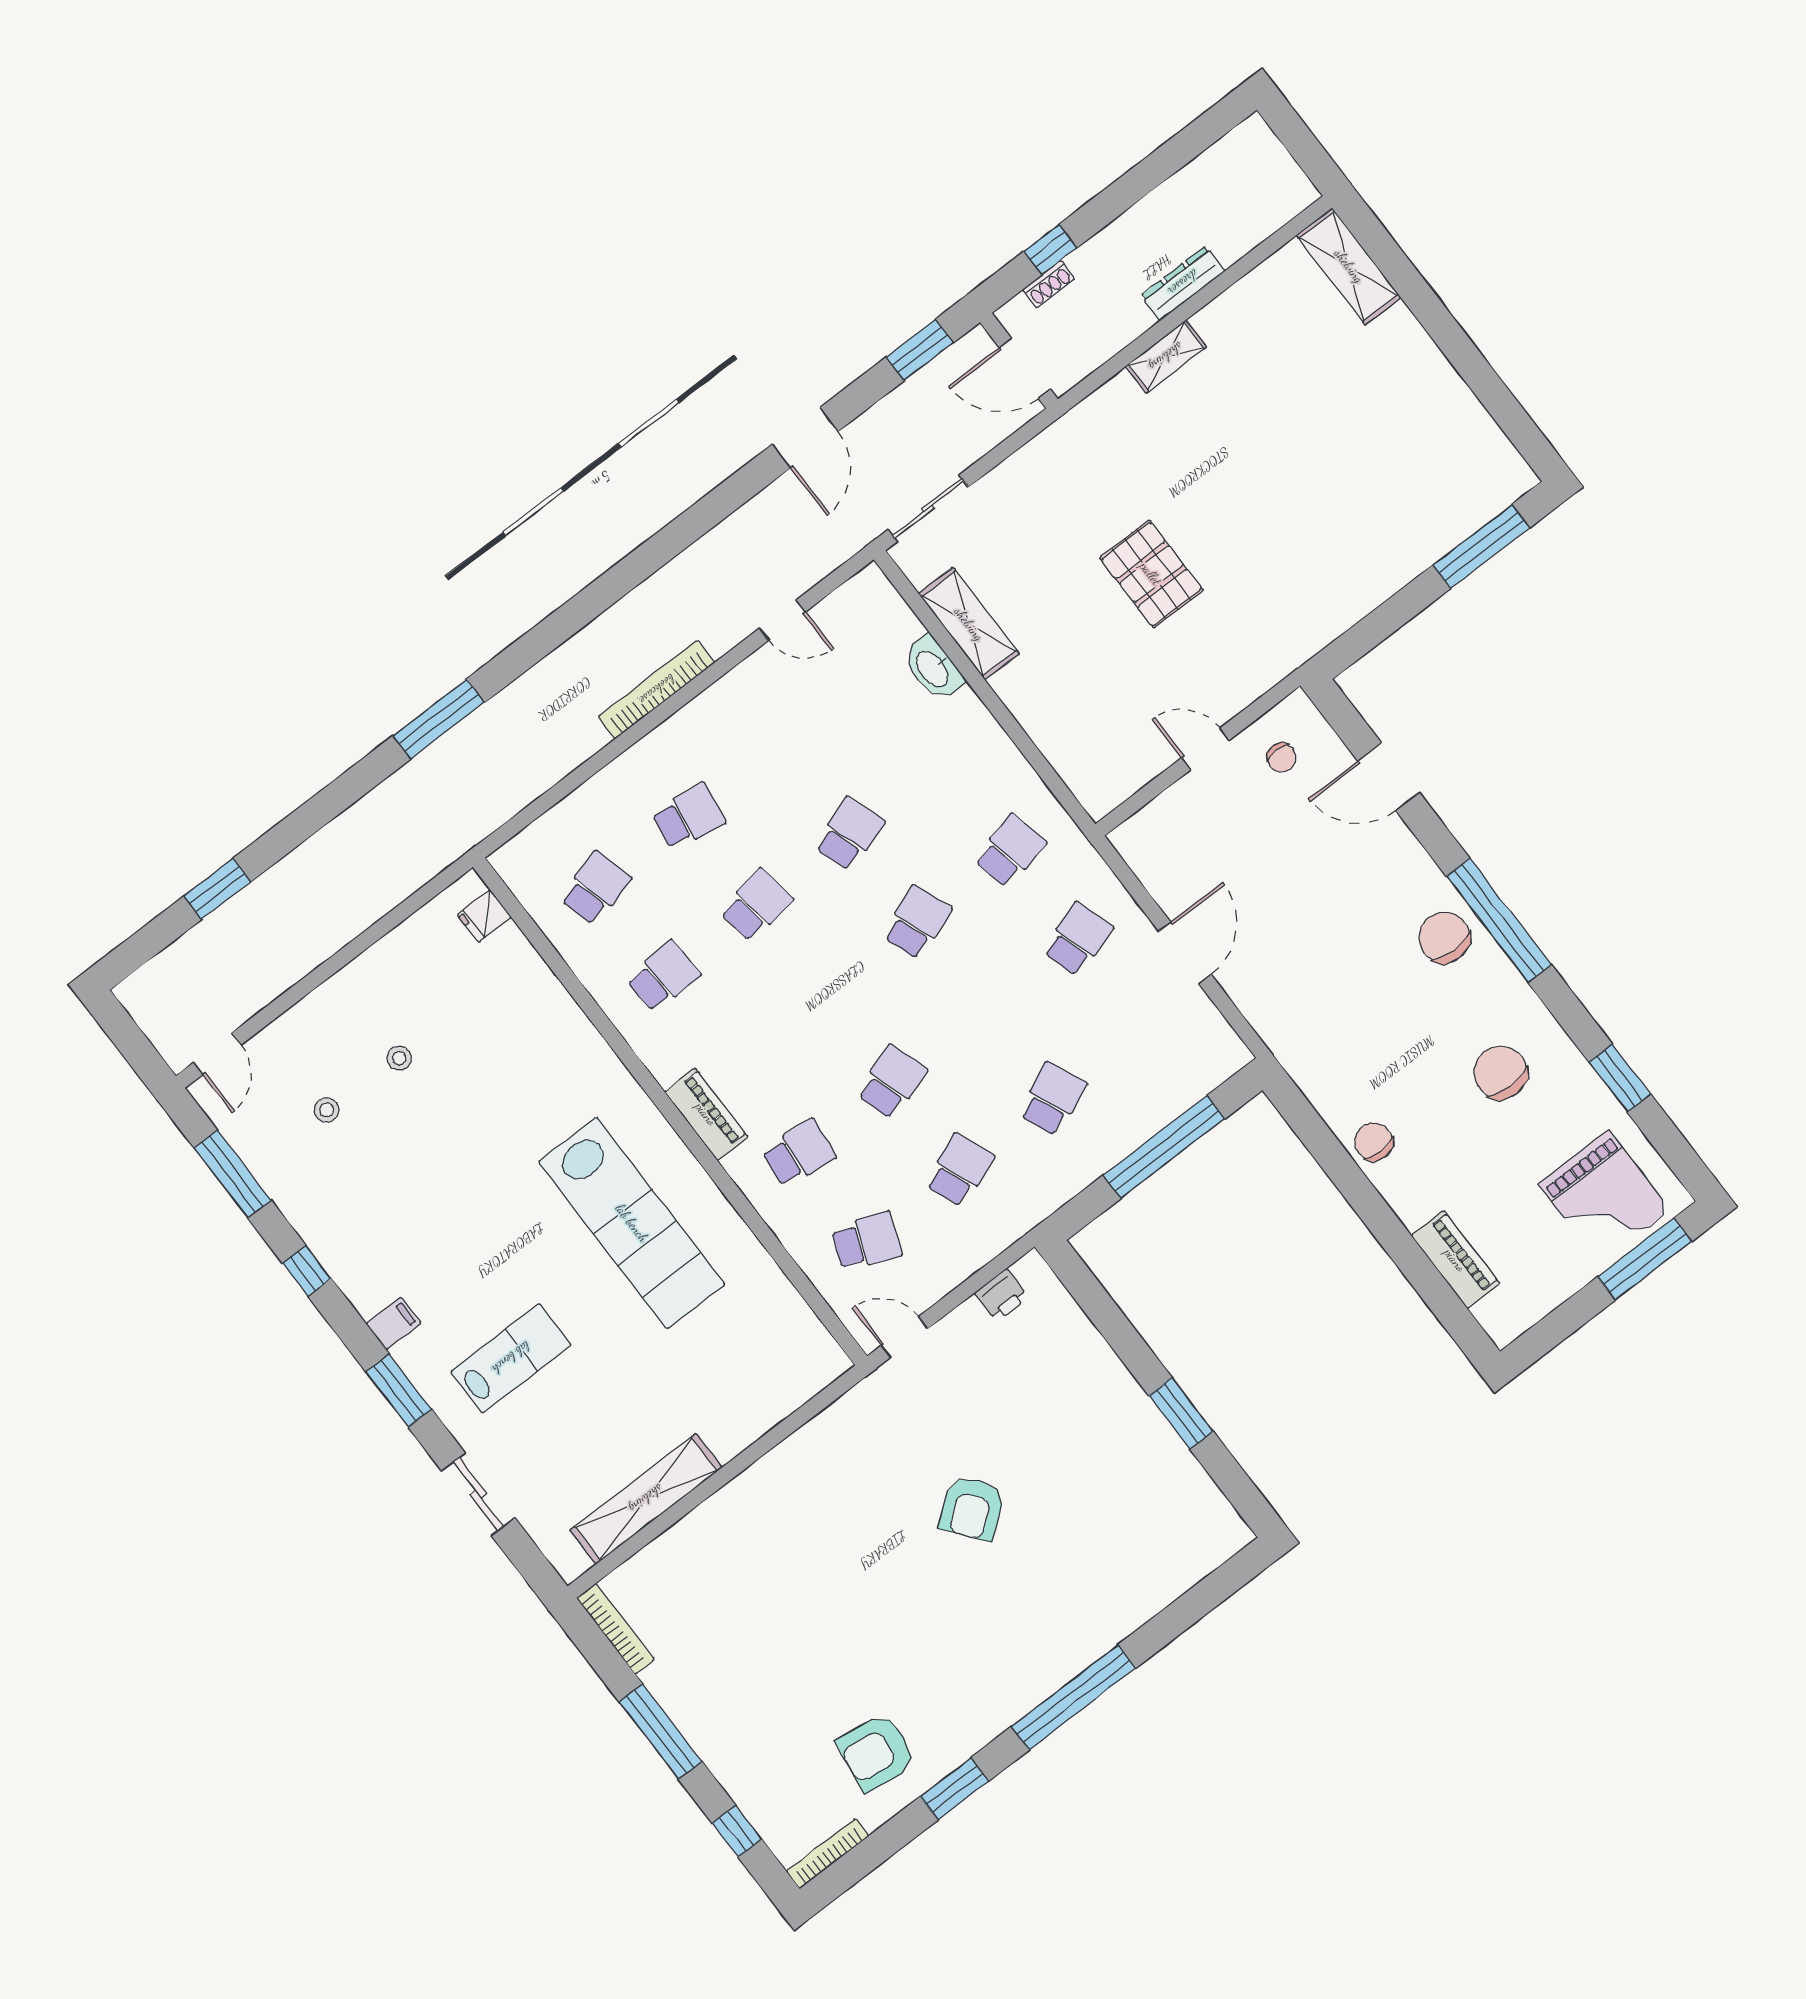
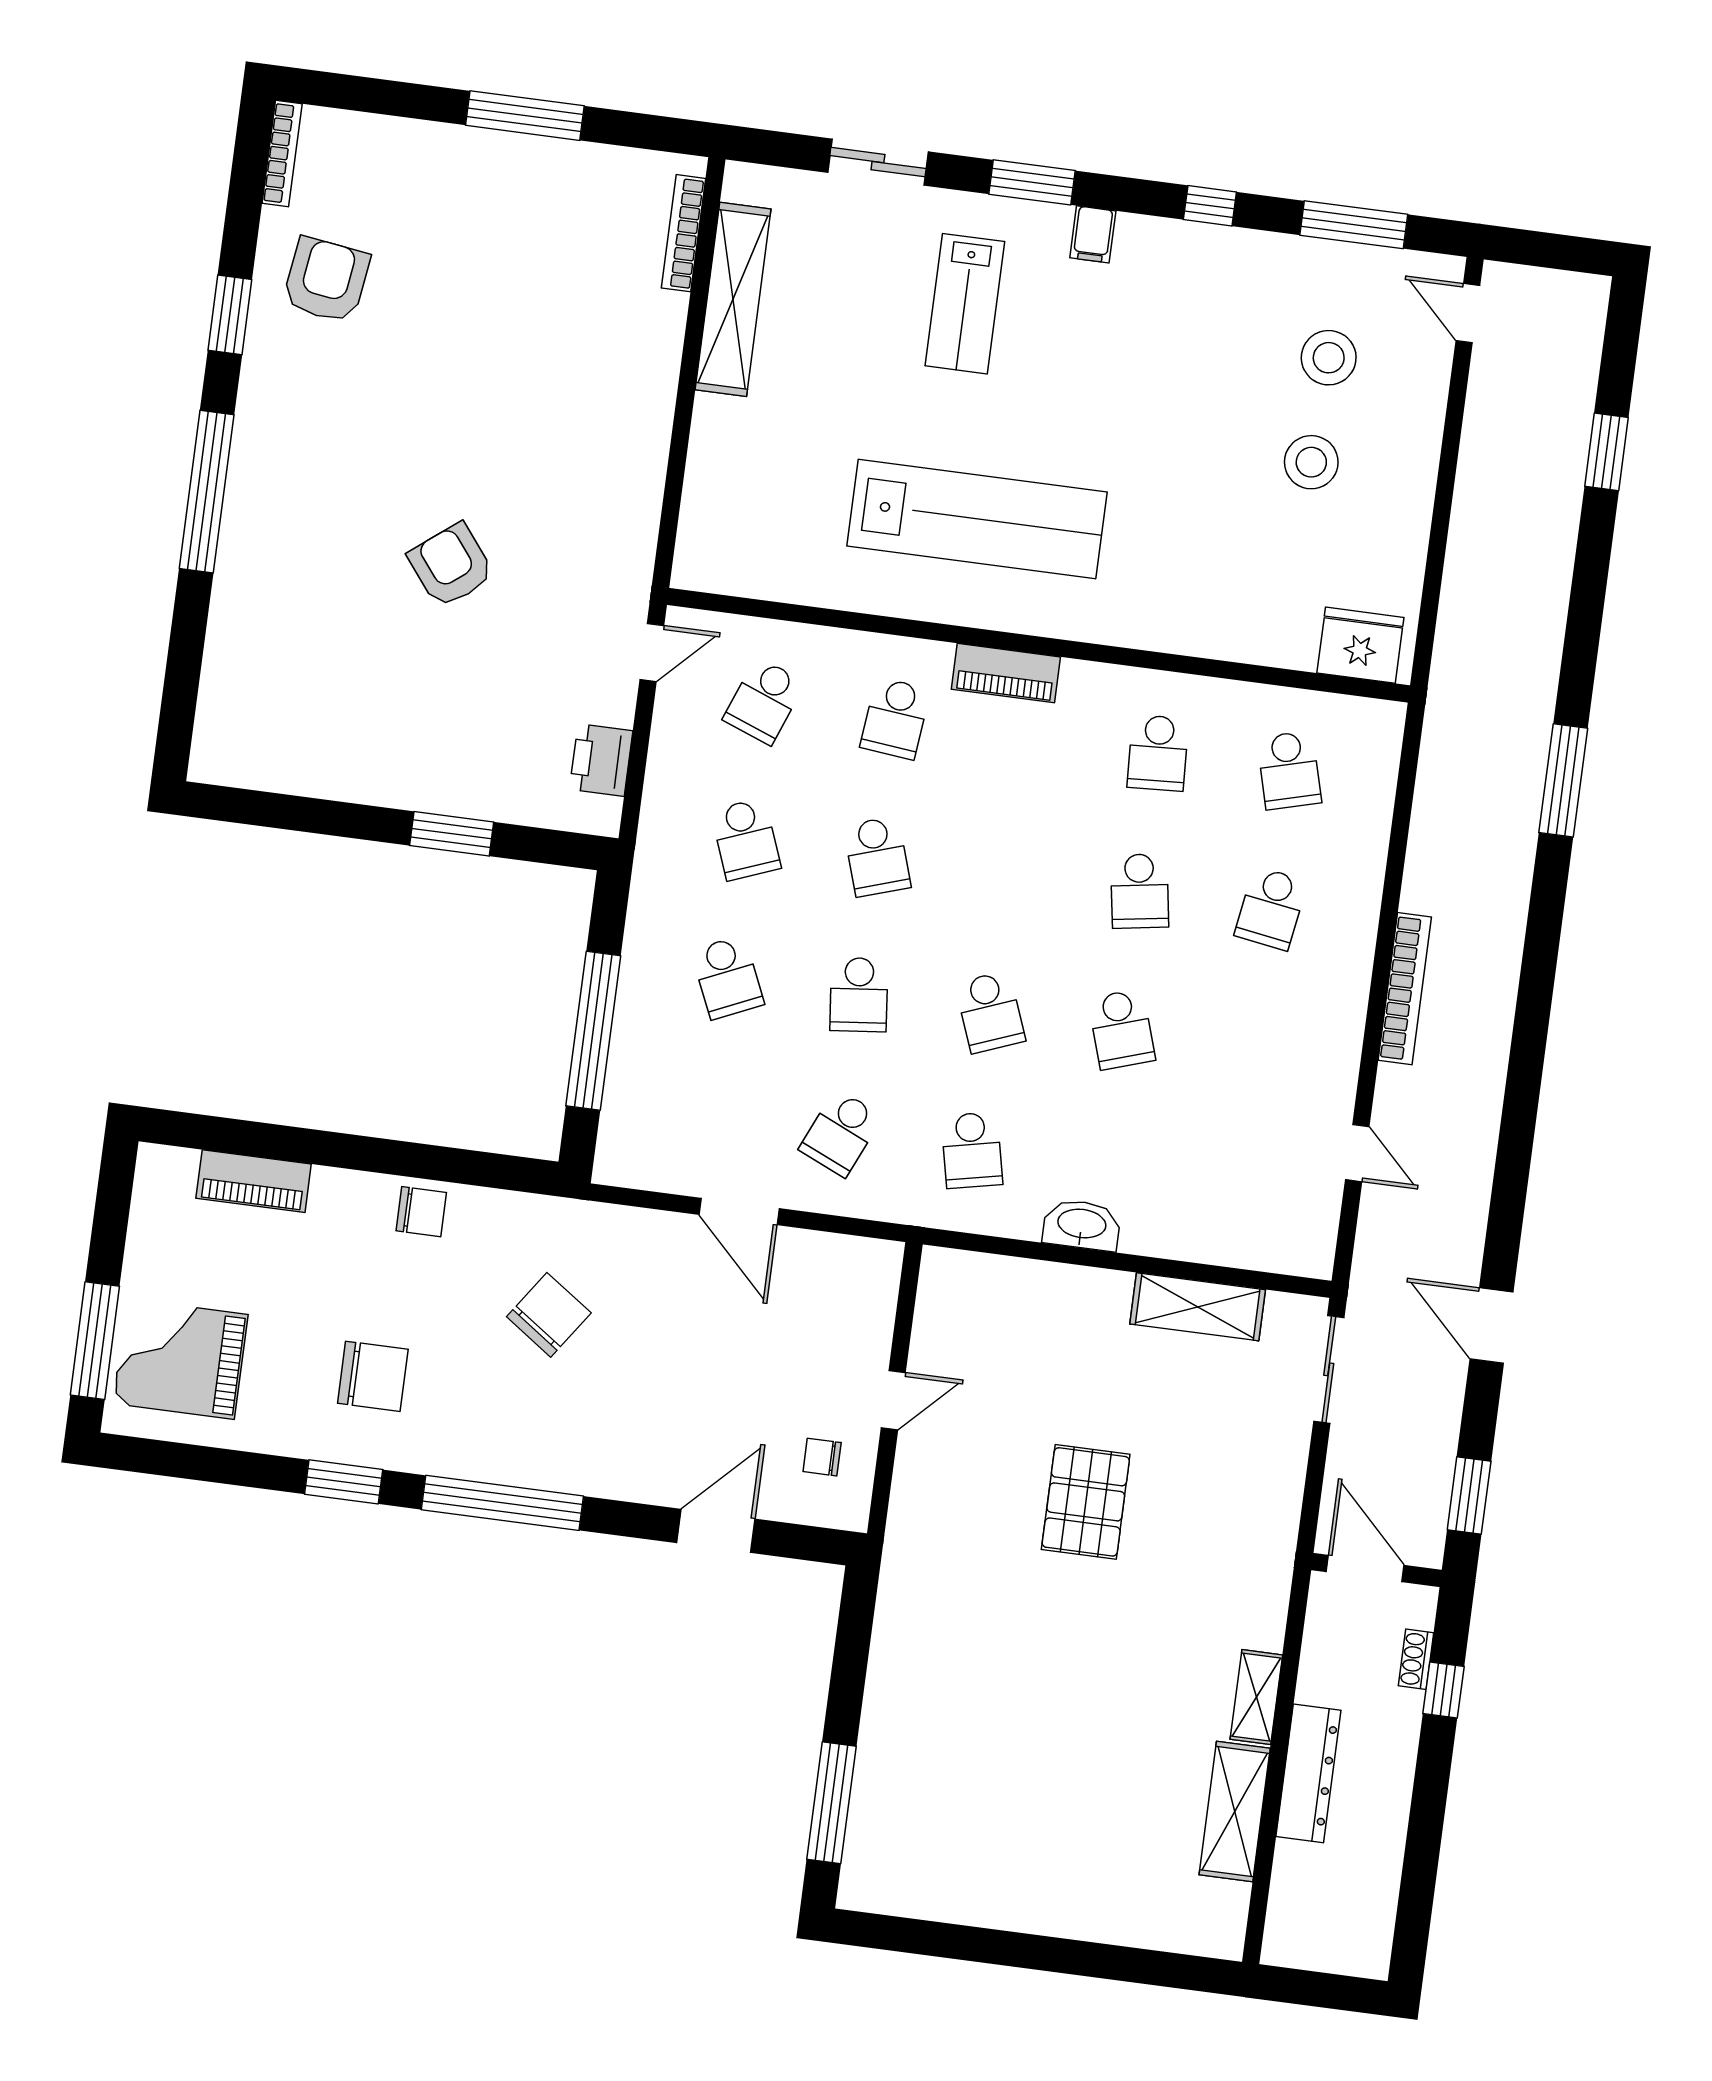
shelving: (1349, 266) -> (1235, 1812), moved, turned 90
dresser: (1183, 283) -> (1308, 1773), width x1.37, depth x1.24
door: (1025, 368) -> (1365, 1569), hinge flipped
pallet: (1151, 574) -> (1086, 1502), turned 90
door: (783, 620) -> (1357, 1153), swing flipped
washbasin: (933, 668) -> (1082, 1225), moved
fridge: (484, 916) -> (1360, 645), width x1.88, depth x1.34
chair: (1444, 937) -> (549, 1315), moved, turned -55
school desk: (1078, 939) -> (841, 1133), turned 42
school desk: (985, 1011) -> (859, 995), added
stool: (399, 1058) -> (1311, 462), width x1.89, depth x1.89
window: (1620, 1078) -> (344, 1482), moved
stool: (327, 1110) -> (1329, 358), width x1.89, depth x1.89
lab bench: (632, 1223) -> (977, 519), turned 180
printer: (1002, 1295) -> (601, 760), width x1.36, depth x1.24
window: (1181, 1413) -> (452, 834), moved
bookcase: (615, 1629) -> (683, 233), moved, turned 90
window: (737, 1831) -> (377, 96), removed

